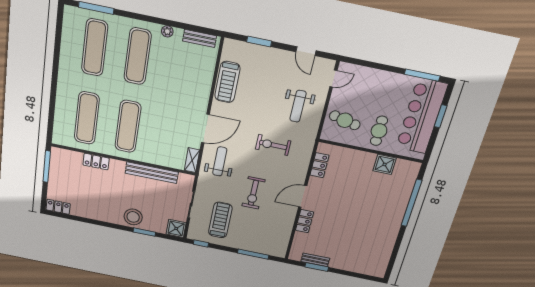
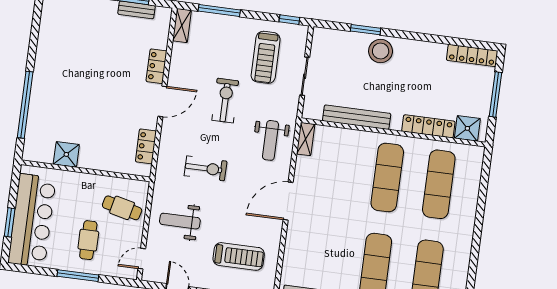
window: (422, 75) -> (78, 276), moved
treadmill: (227, 82) -> (239, 256), moved, turned 90
weight bench: (298, 106) -> (180, 221), turned -90
door: (205, 128) -> (288, 201), moved
cafe table: (379, 131) -> (88, 240), moved
locker: (96, 162) -> (428, 126), width x1.53
window: (47, 167) -> (496, 94), moved
locker: (58, 207) -> (472, 55), width x1.53
shower: (176, 228) -> (467, 128), moved
shelving: (282, 247) -> (182, 26), added

